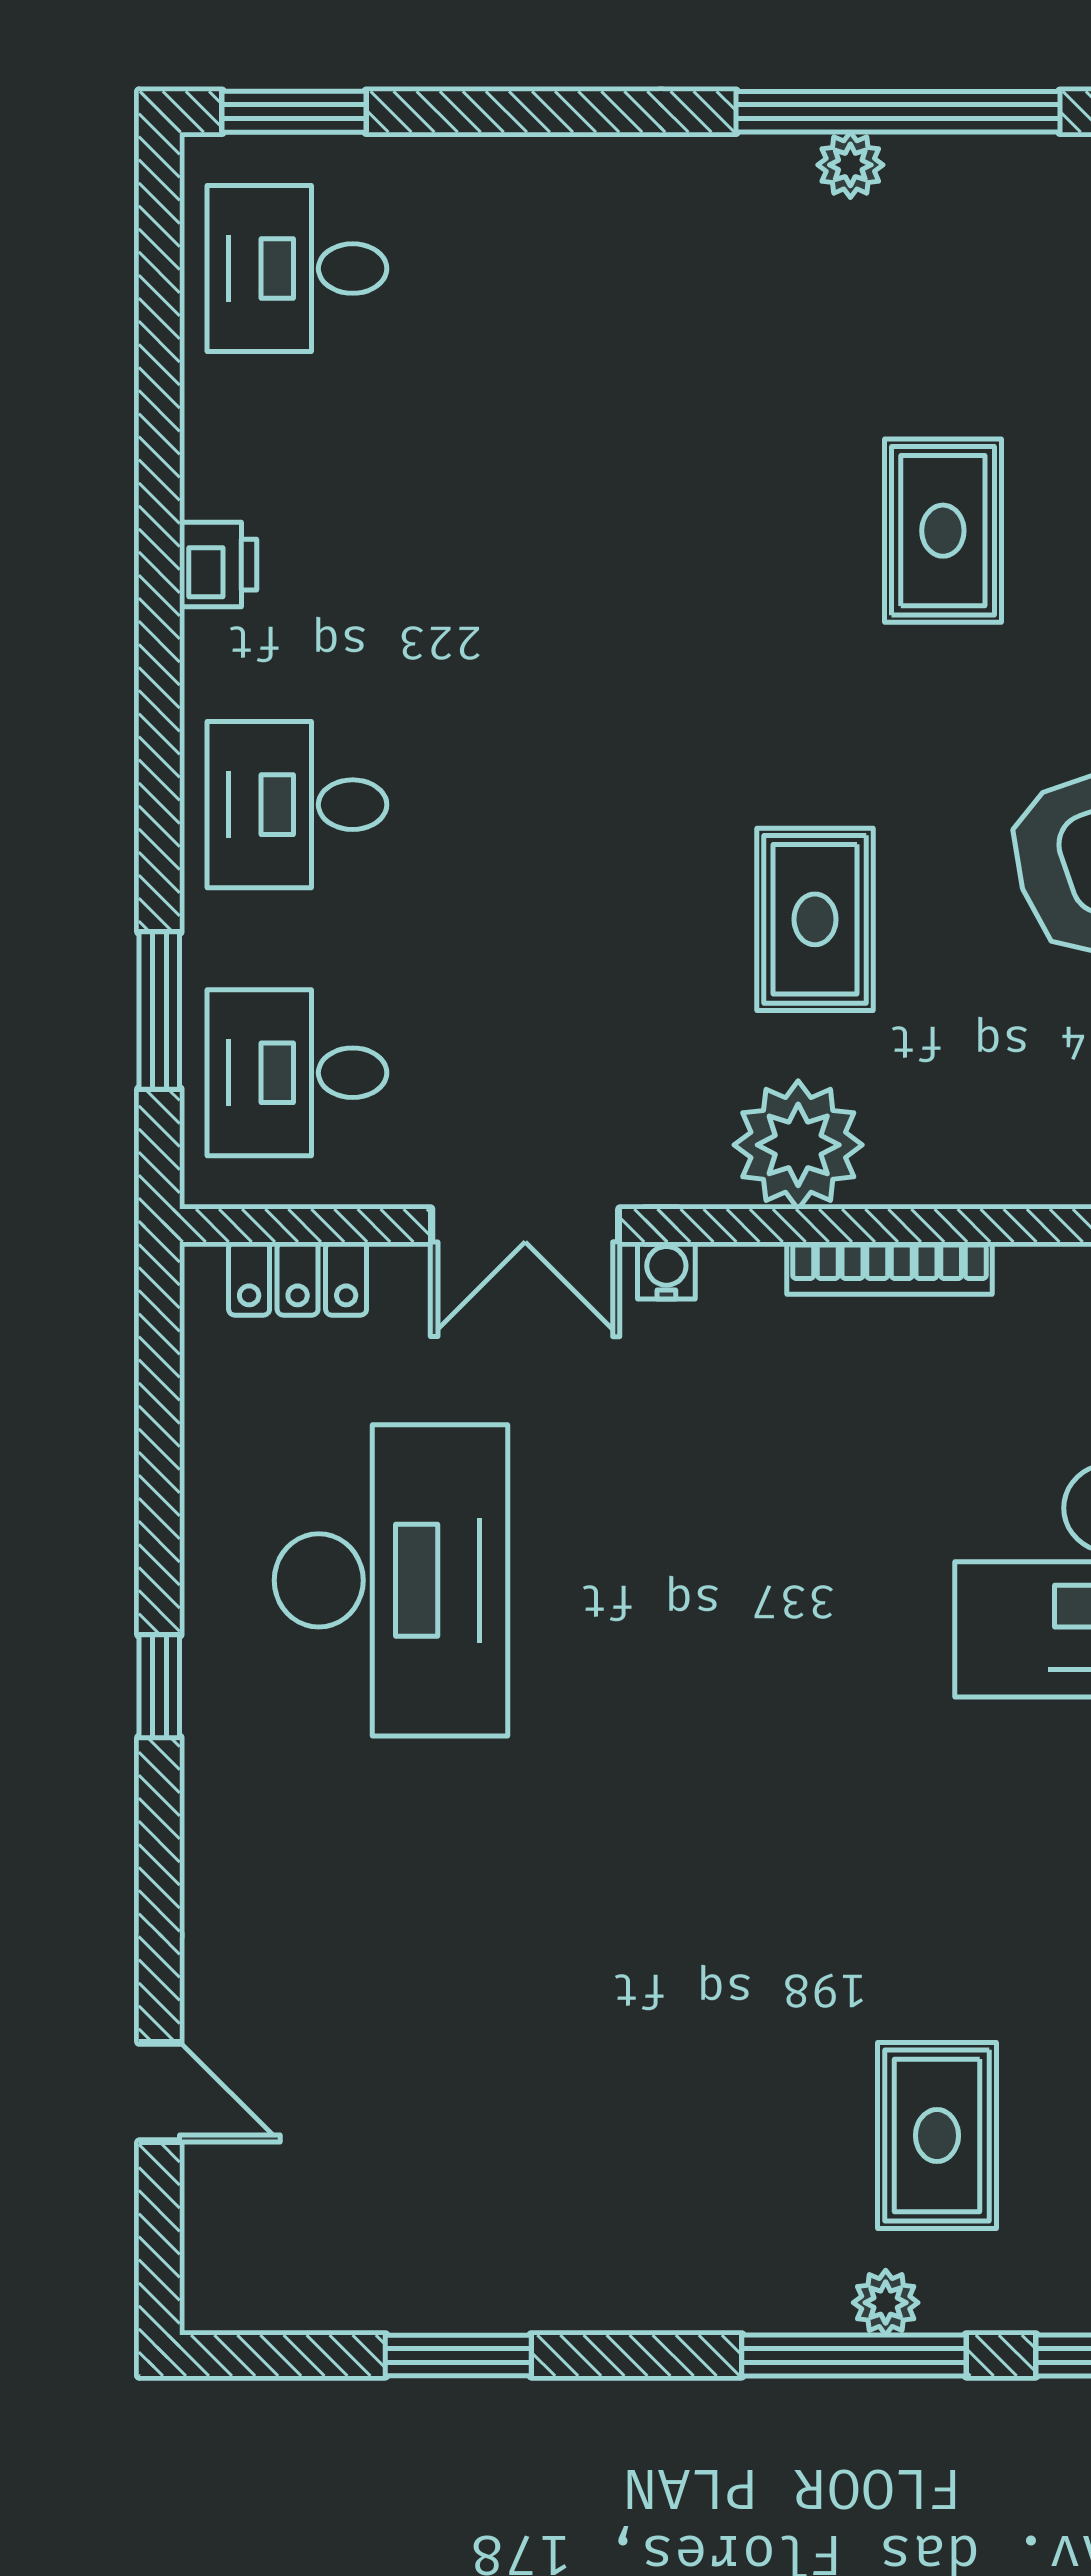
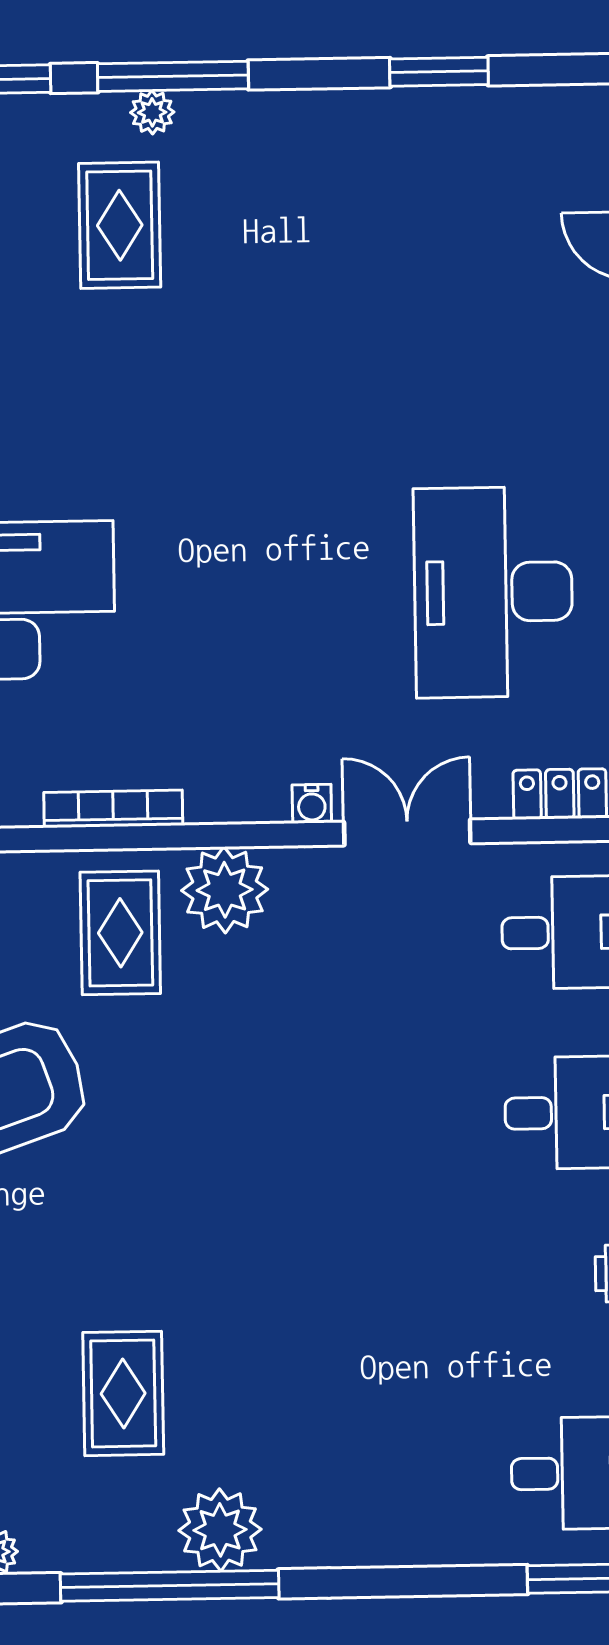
plant: (850, 165) -> (220, 1530), width x1.87, depth x1.87
rug: (943, 531) -> (123, 1393), moved
rug: (815, 919) -> (120, 933), moved
bookcase: (889, 1268) -> (113, 809), moved

